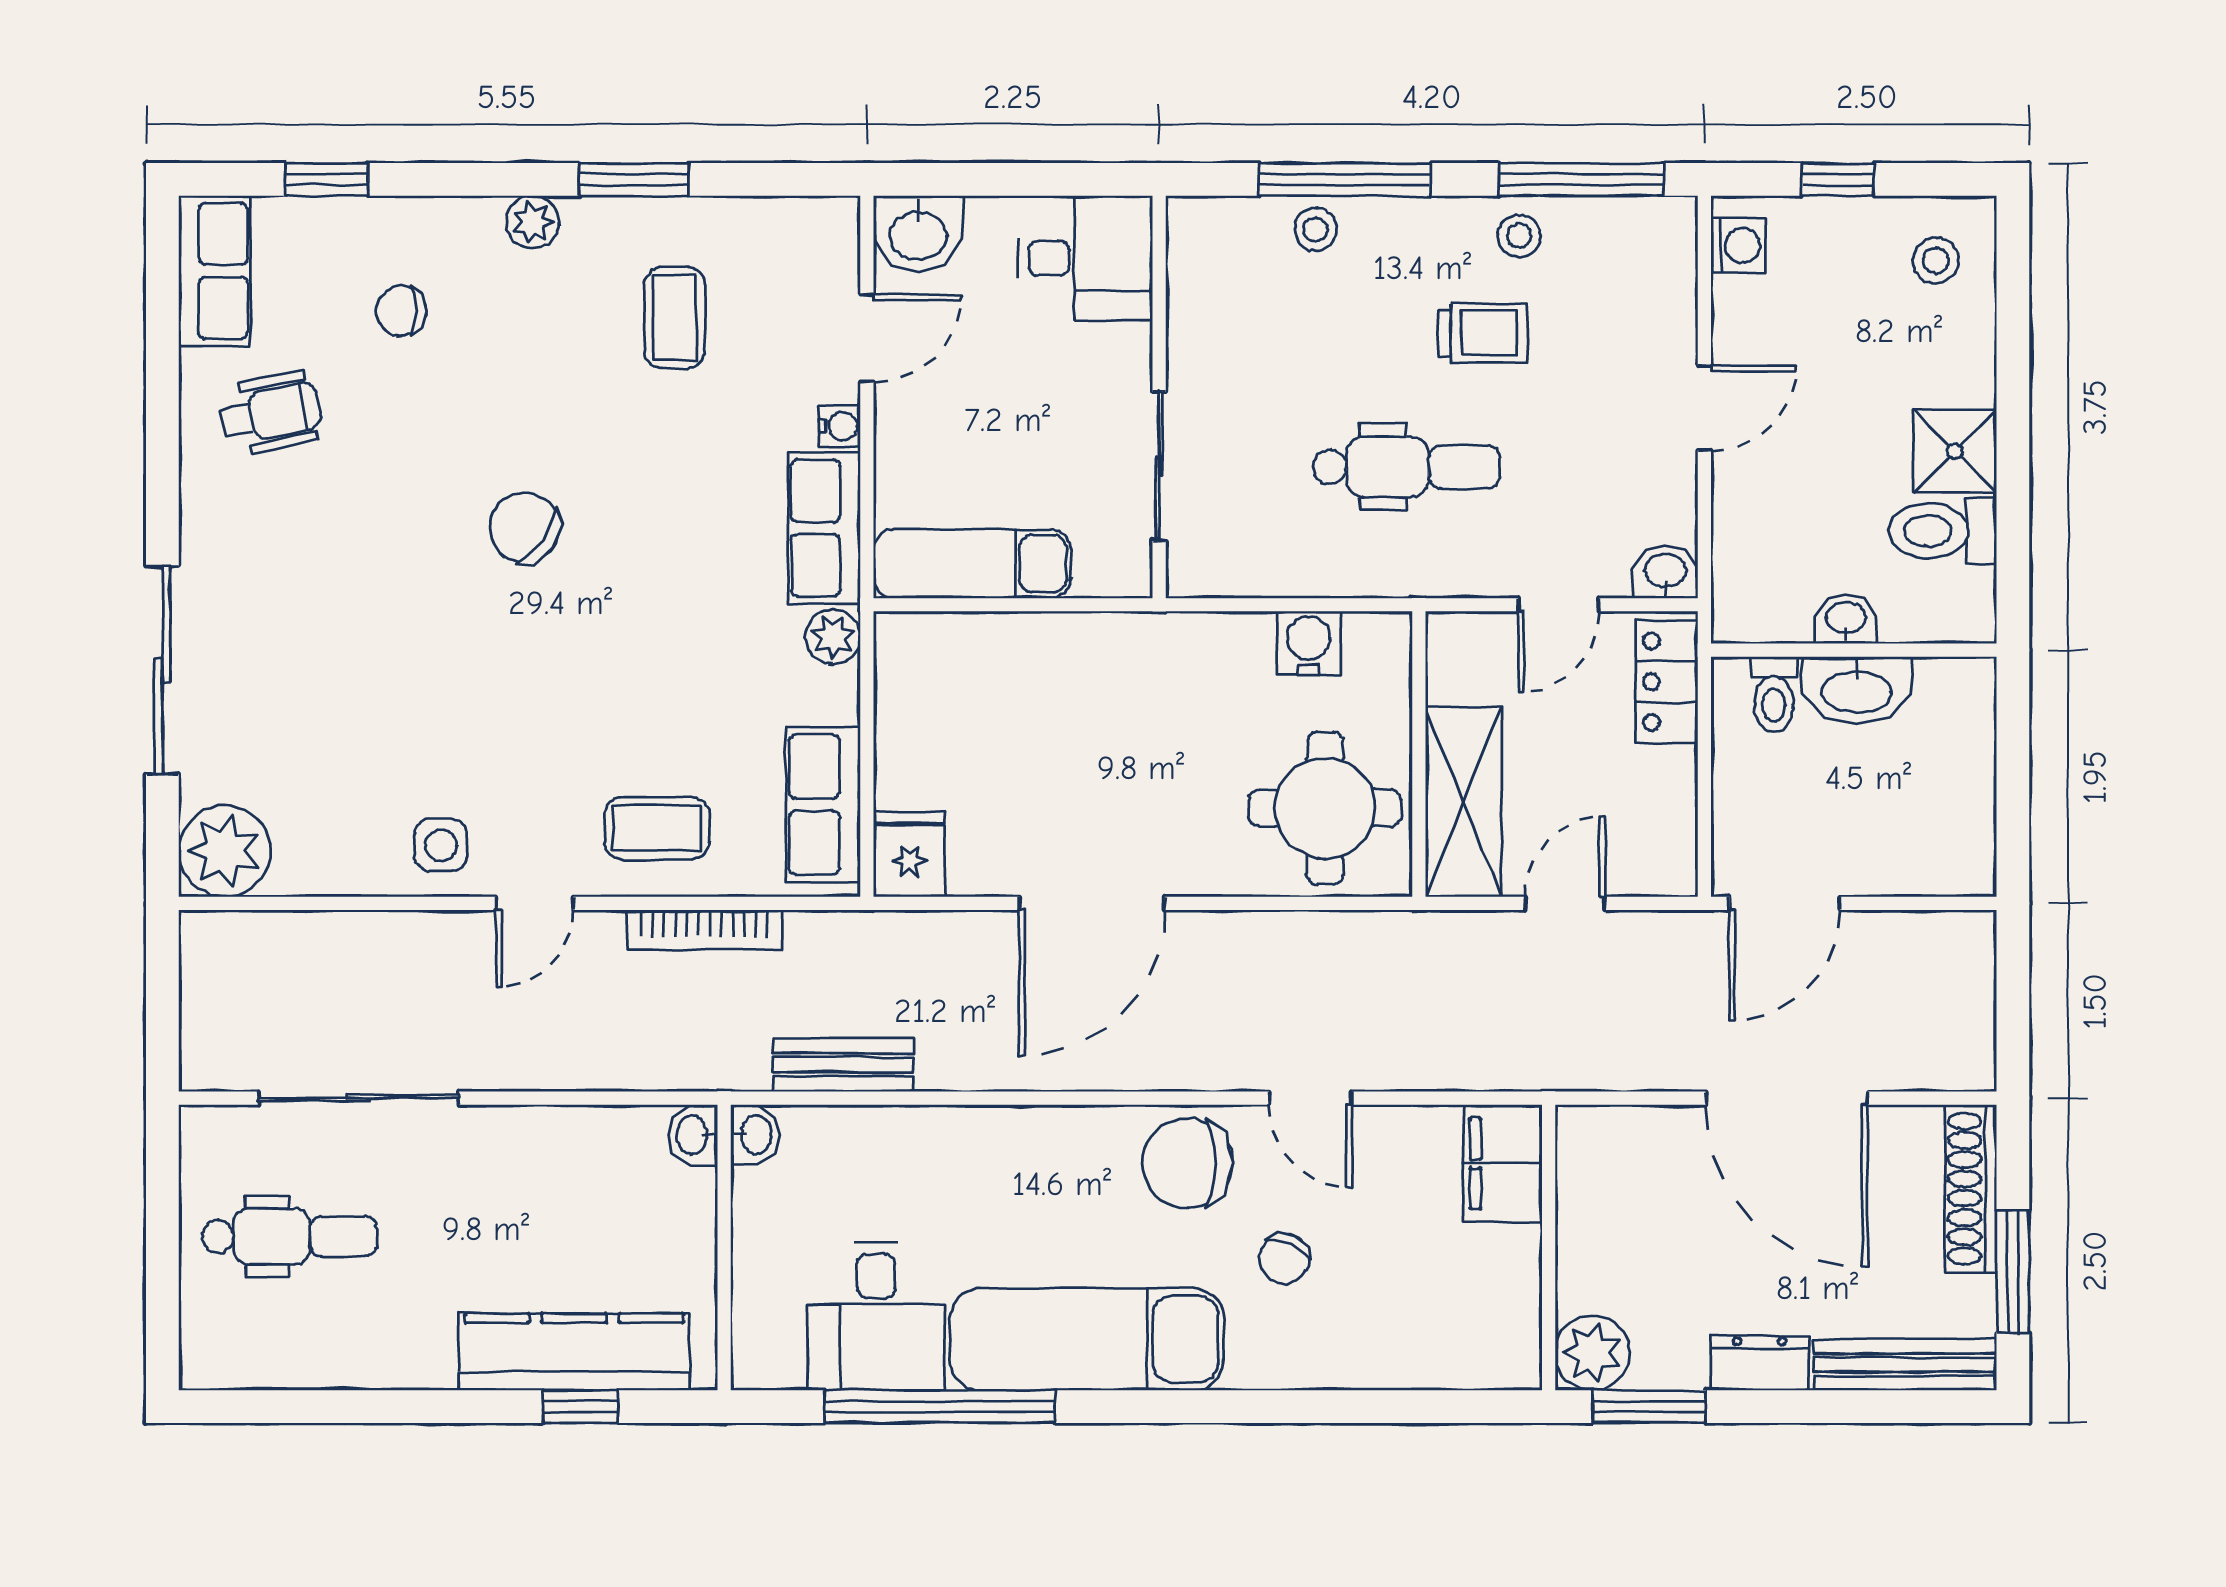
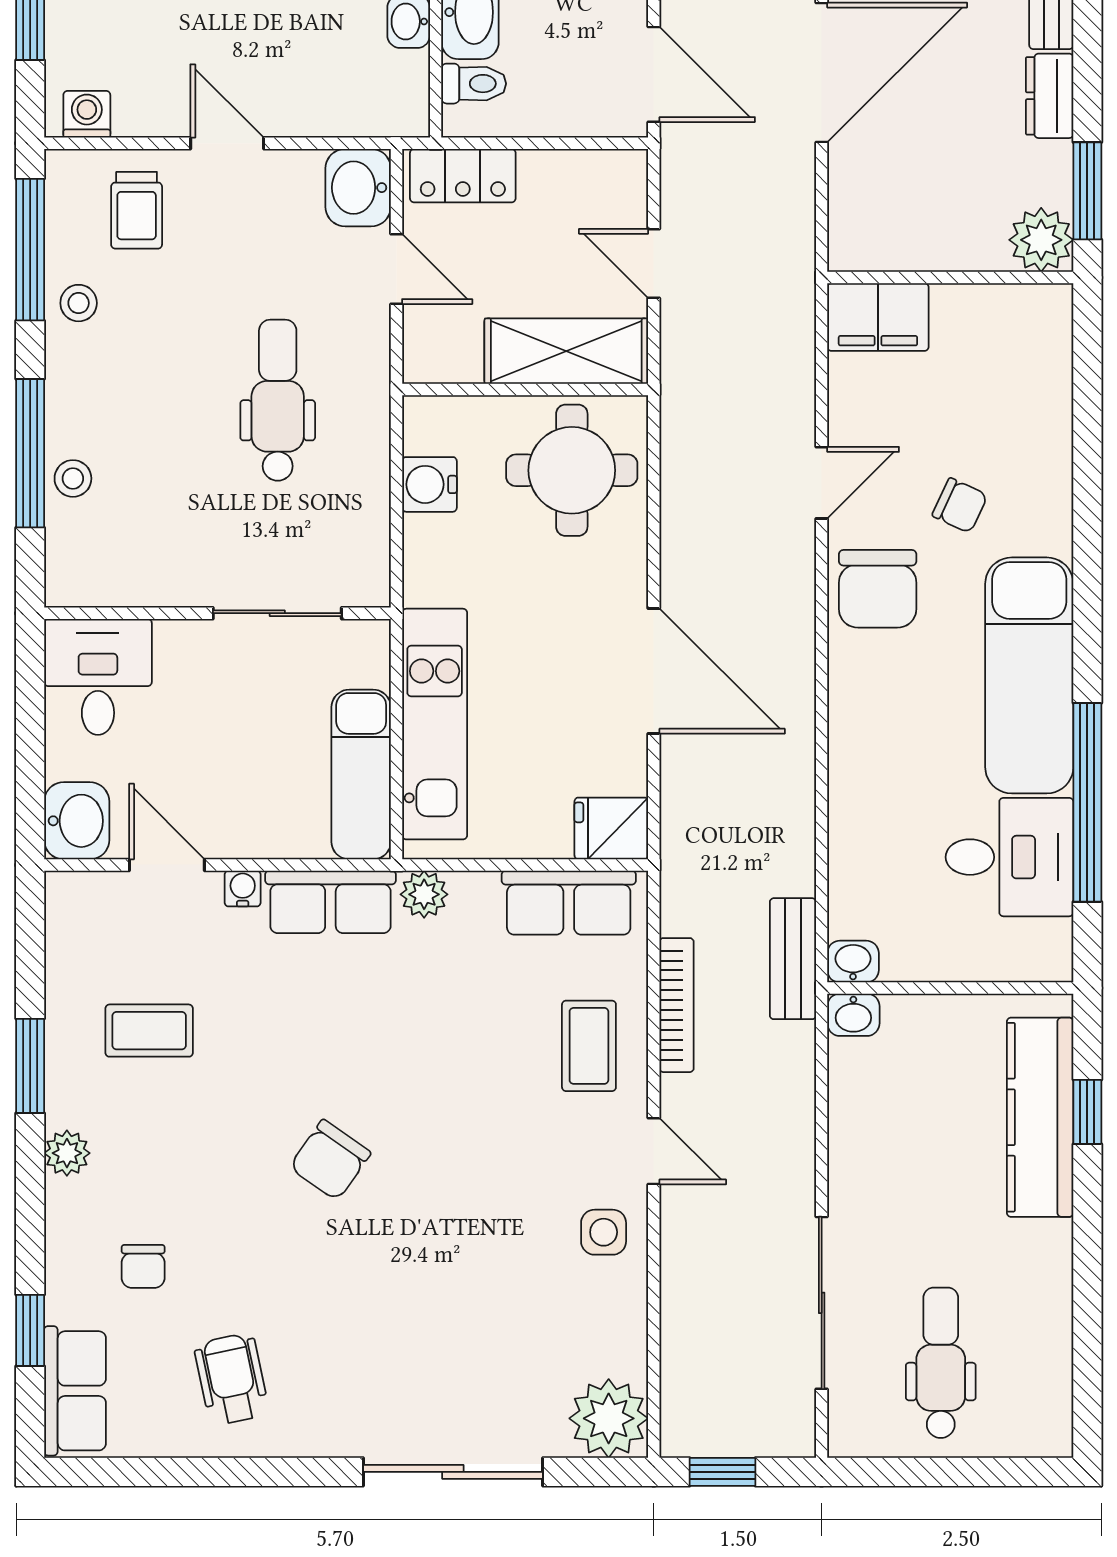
row of seats: (215, 271) -> (75, 1391), moved, turned 90
trolley: (1483, 333) -> (137, 210), moved, turned 180
washbasin: (1666, 572) -> (358, 188), width x1.38, depth x1.45
kitchen unit: (1030, 649) -> (435, 724), added
window: (162, 983) -> (722, 1472), added
bench: (843, 1065) -> (793, 959), moved

